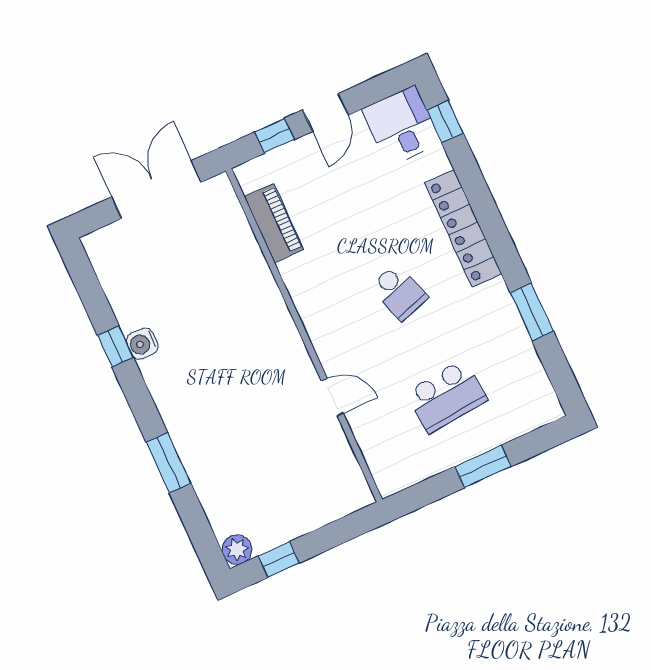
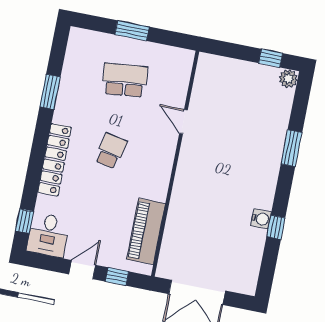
piano: (274, 223) -> (146, 231), width x1.37, depth x1.33
school desk: (399, 292) -> (111, 151), turned 30

